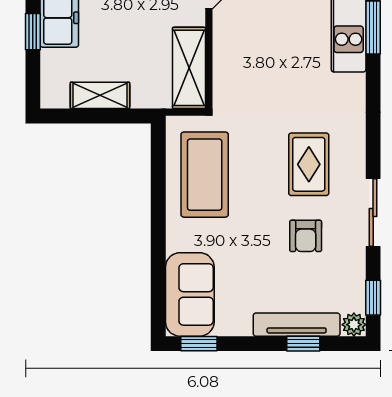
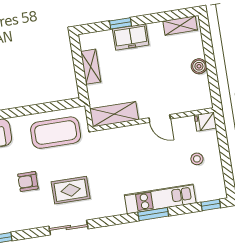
sliding door: (373, 212) -> (68, 228), moved
armchair: (306, 236) -> (28, 181), moved

